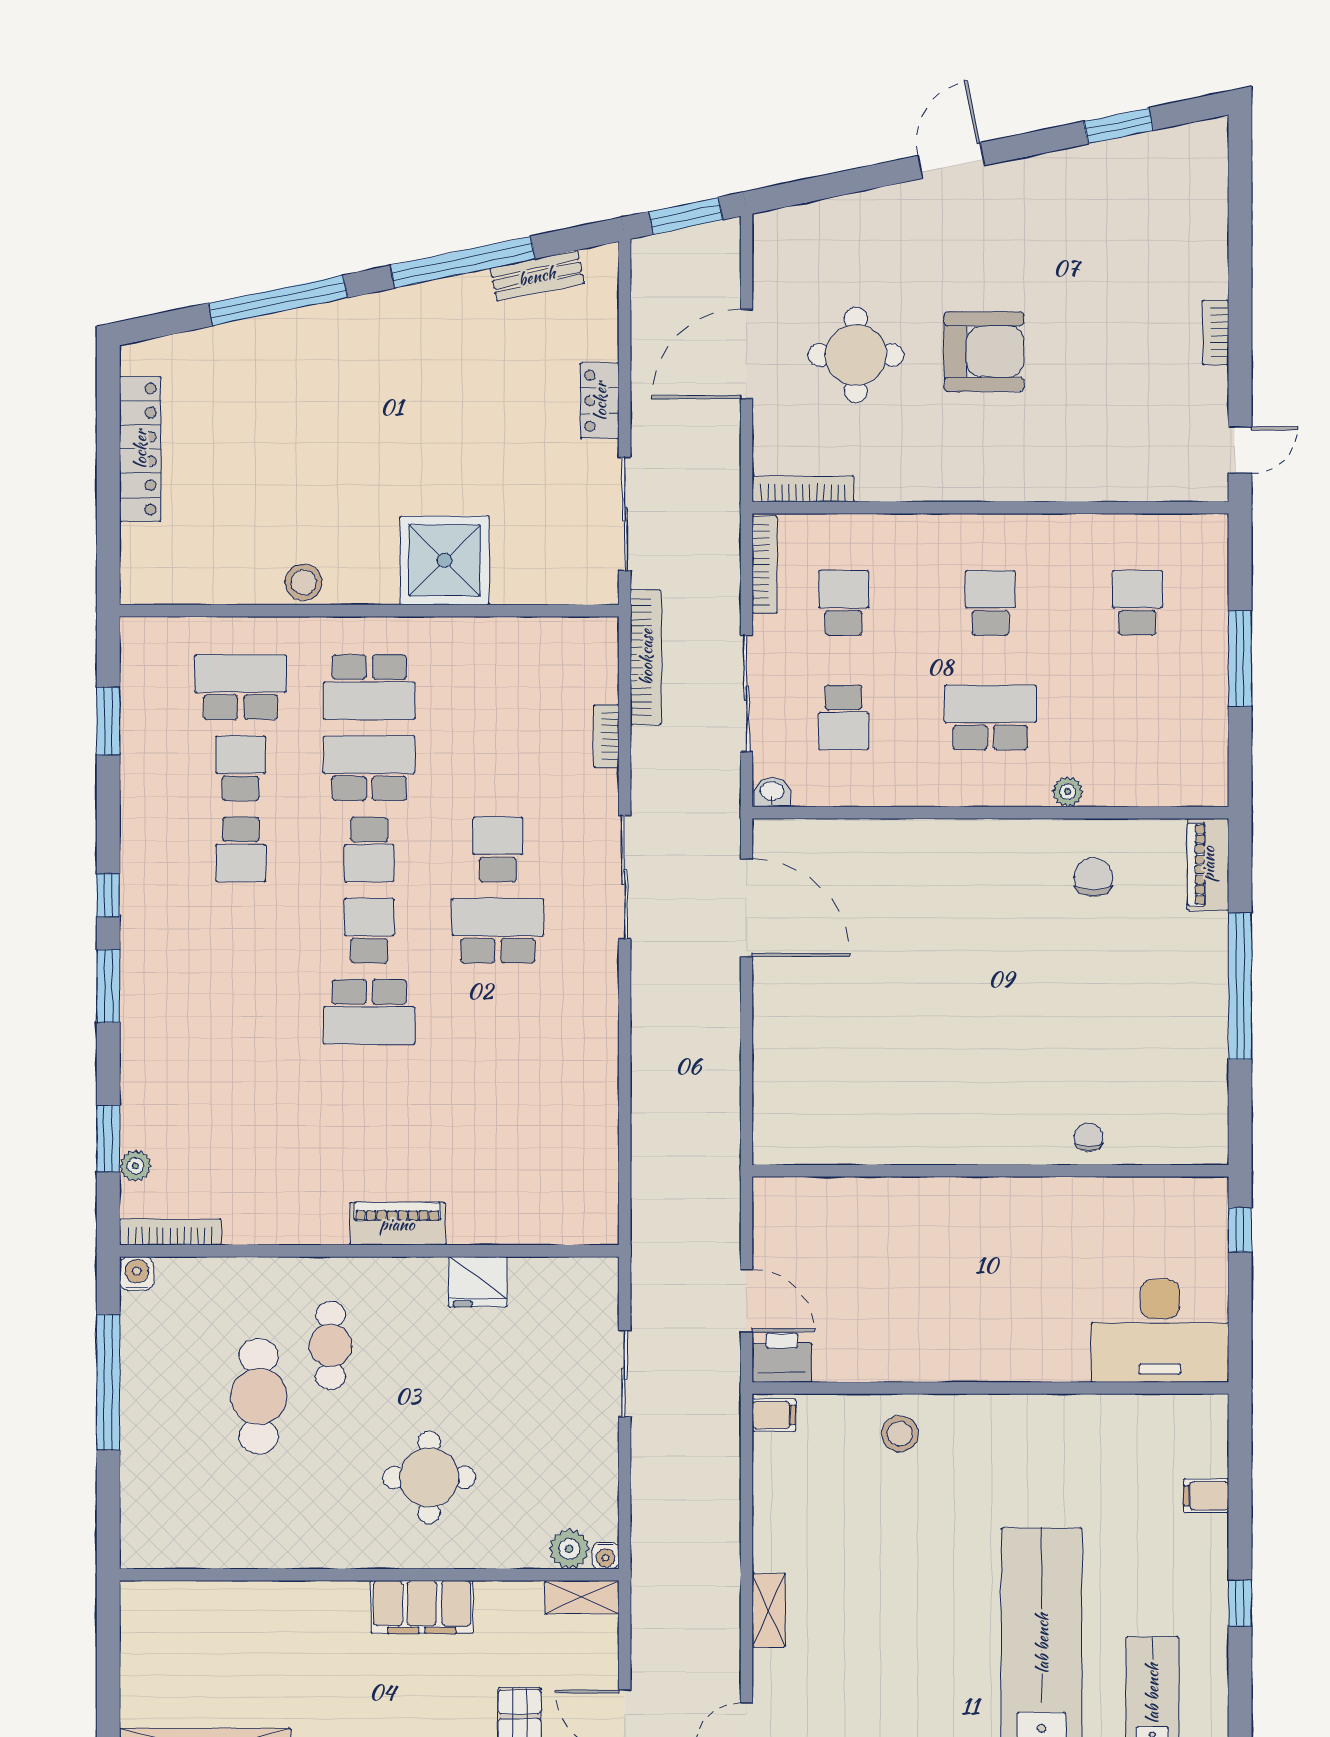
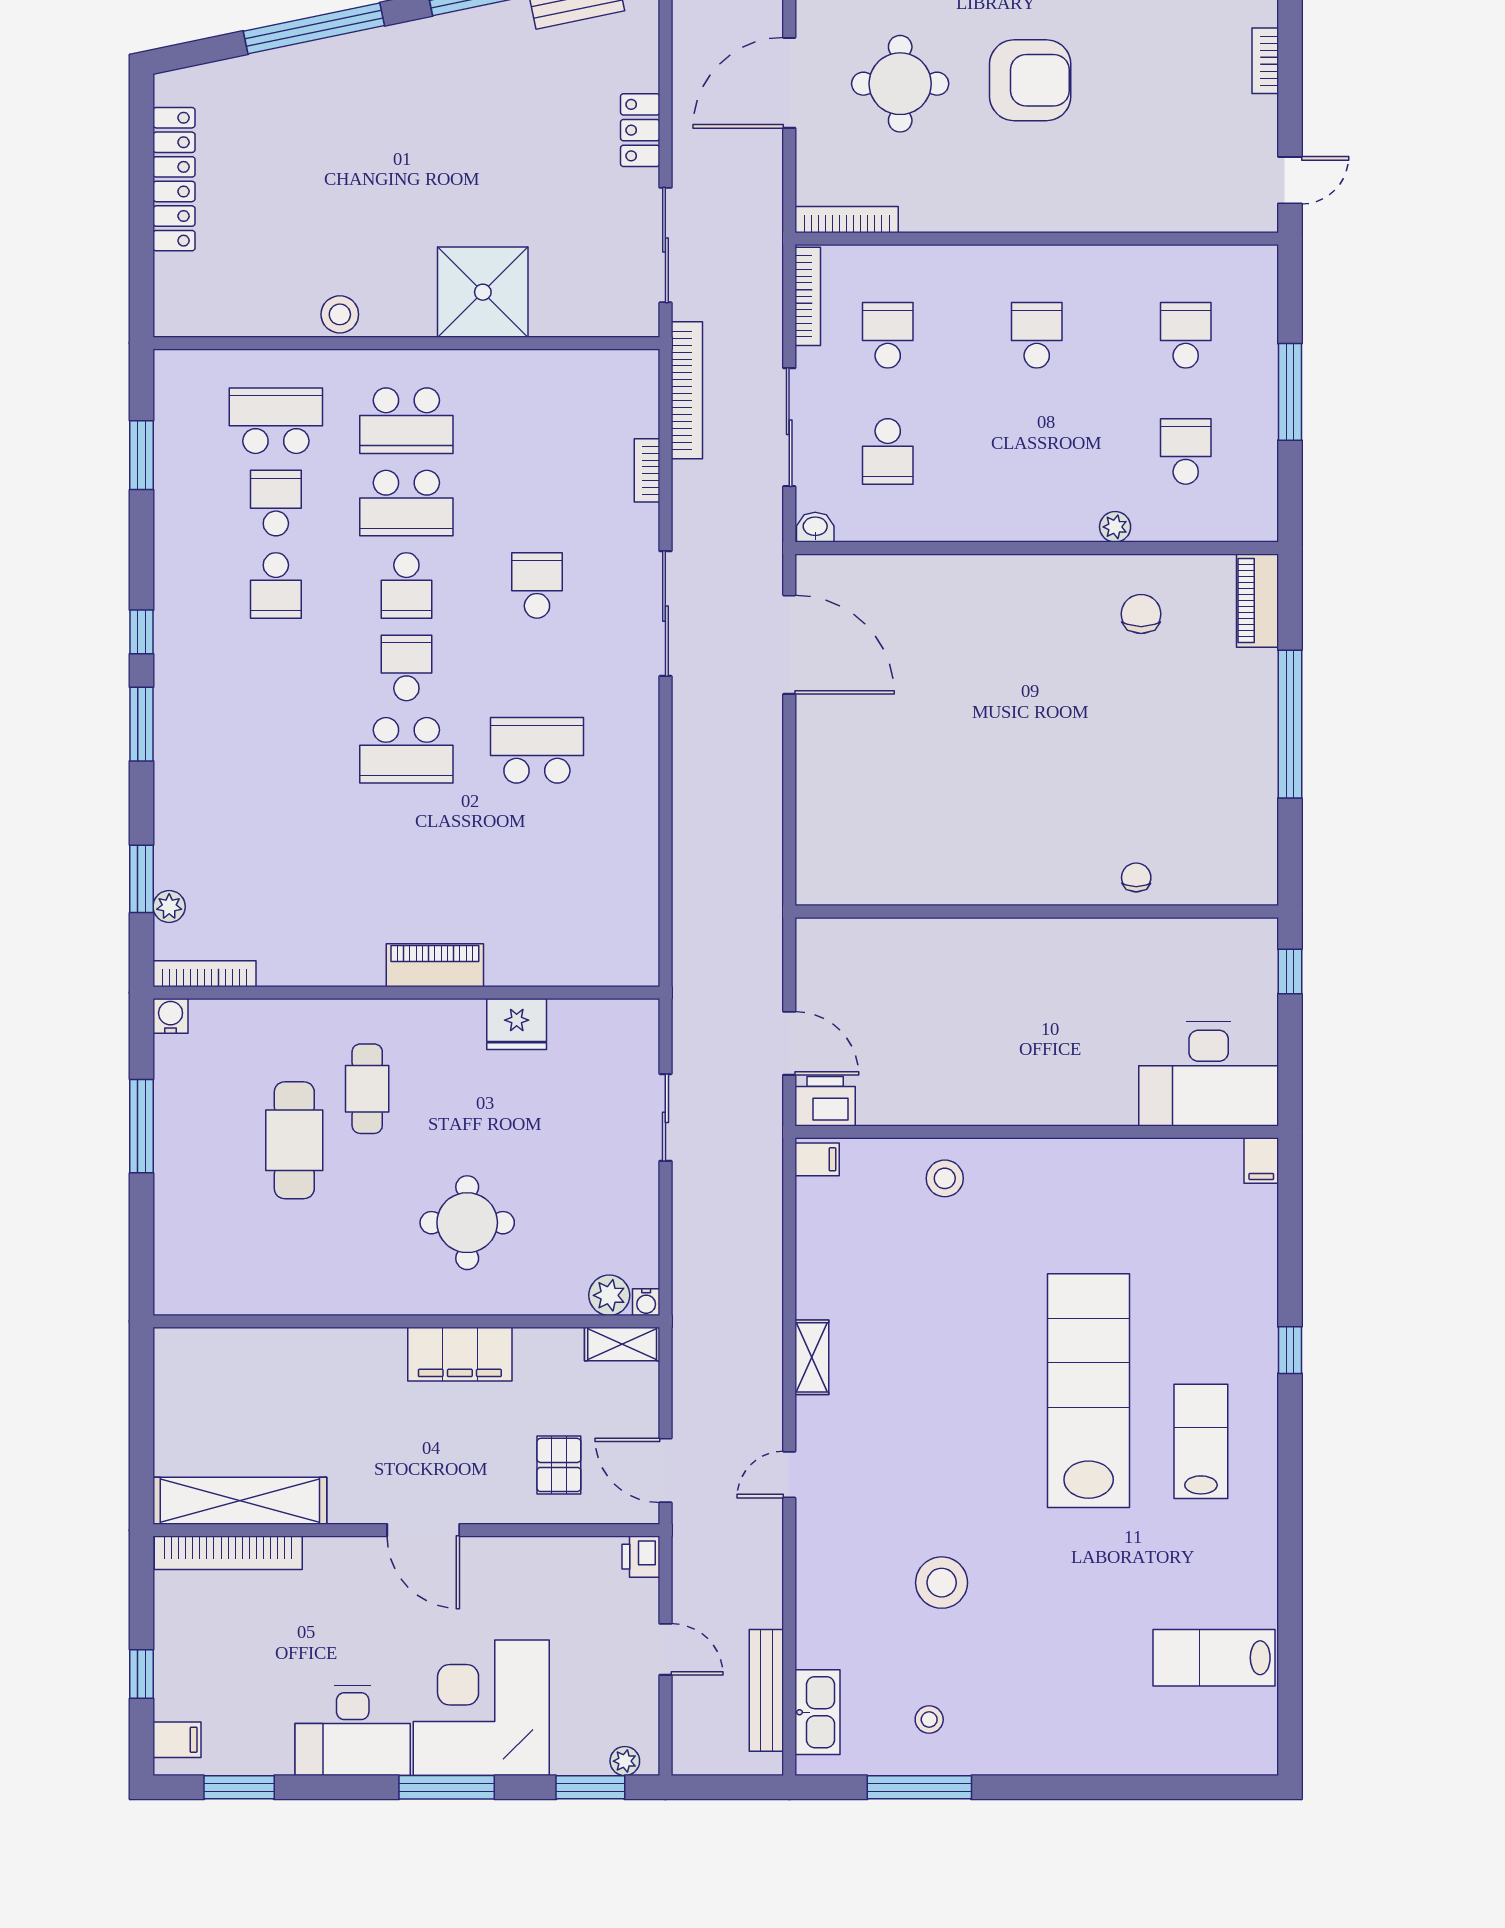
school desk: (990, 717) -> (1186, 451), moved, width x0.54
school desk: (369, 768) -> (406, 503), turned 180
school desk: (498, 931) -> (537, 750), moved
window: (108, 1382) -> (142, 1126), width x0.68
filing cabinet: (1206, 1496) -> (1261, 1161), moved, turned -90

